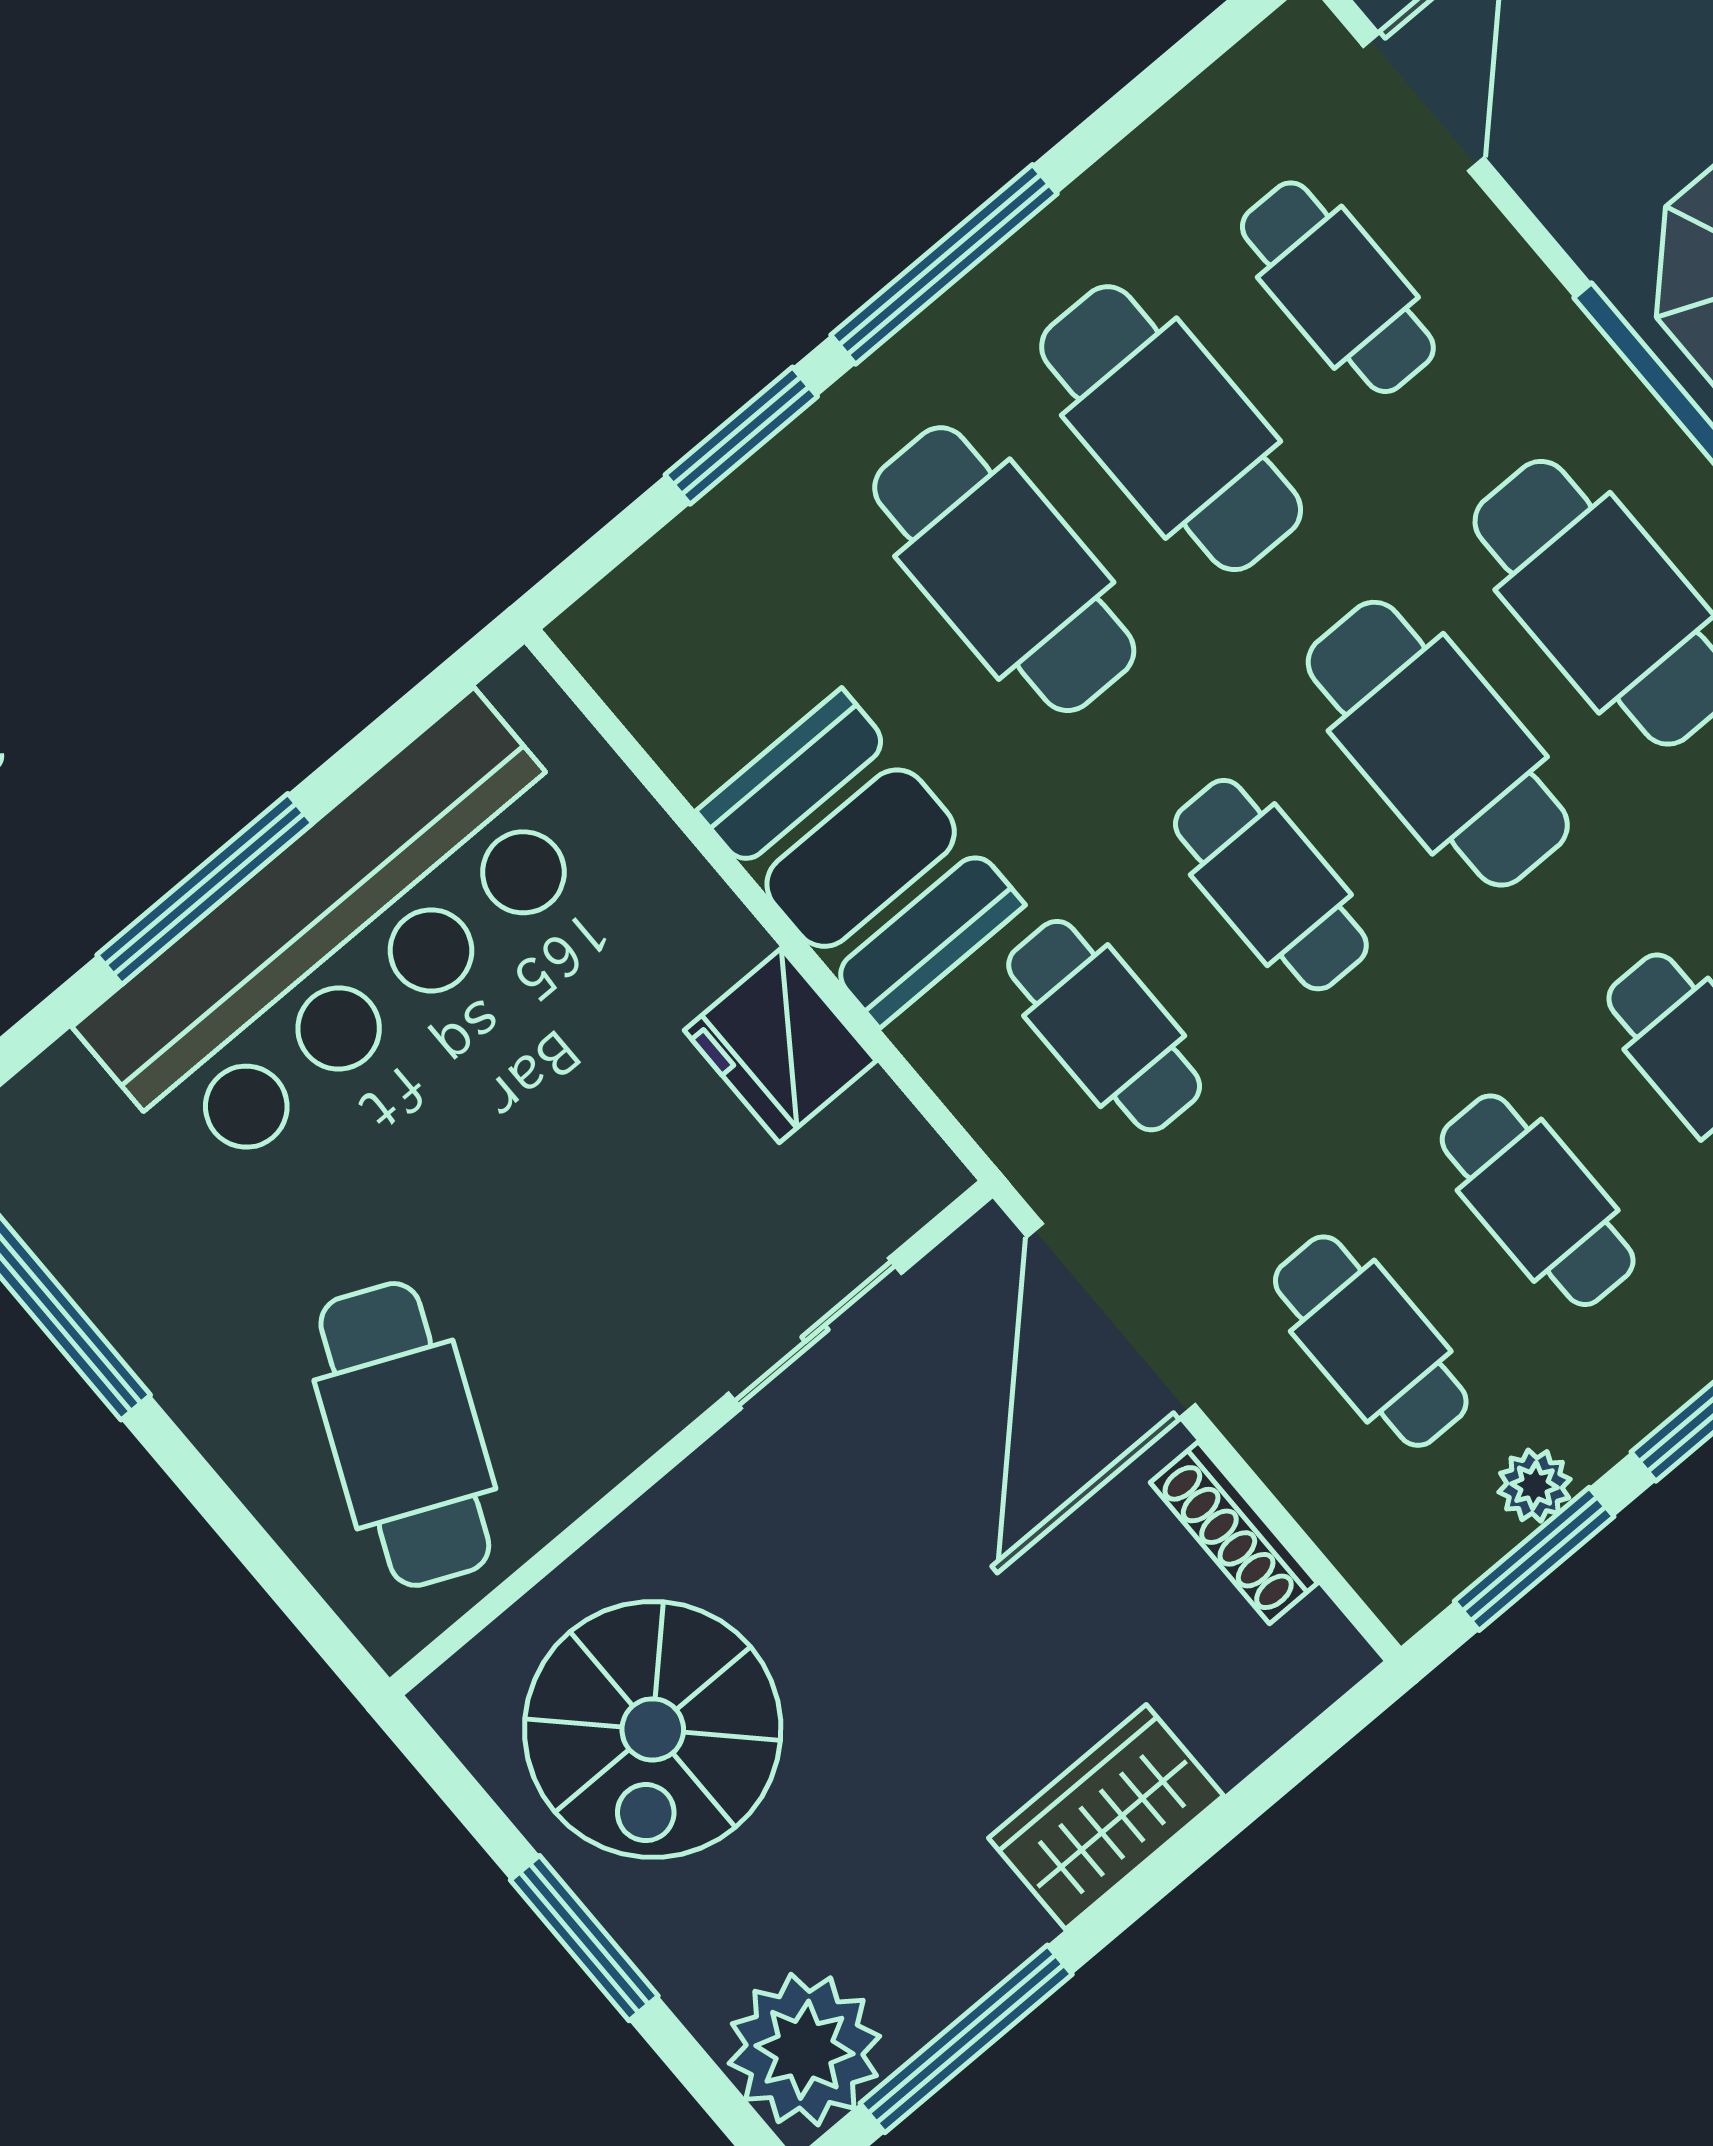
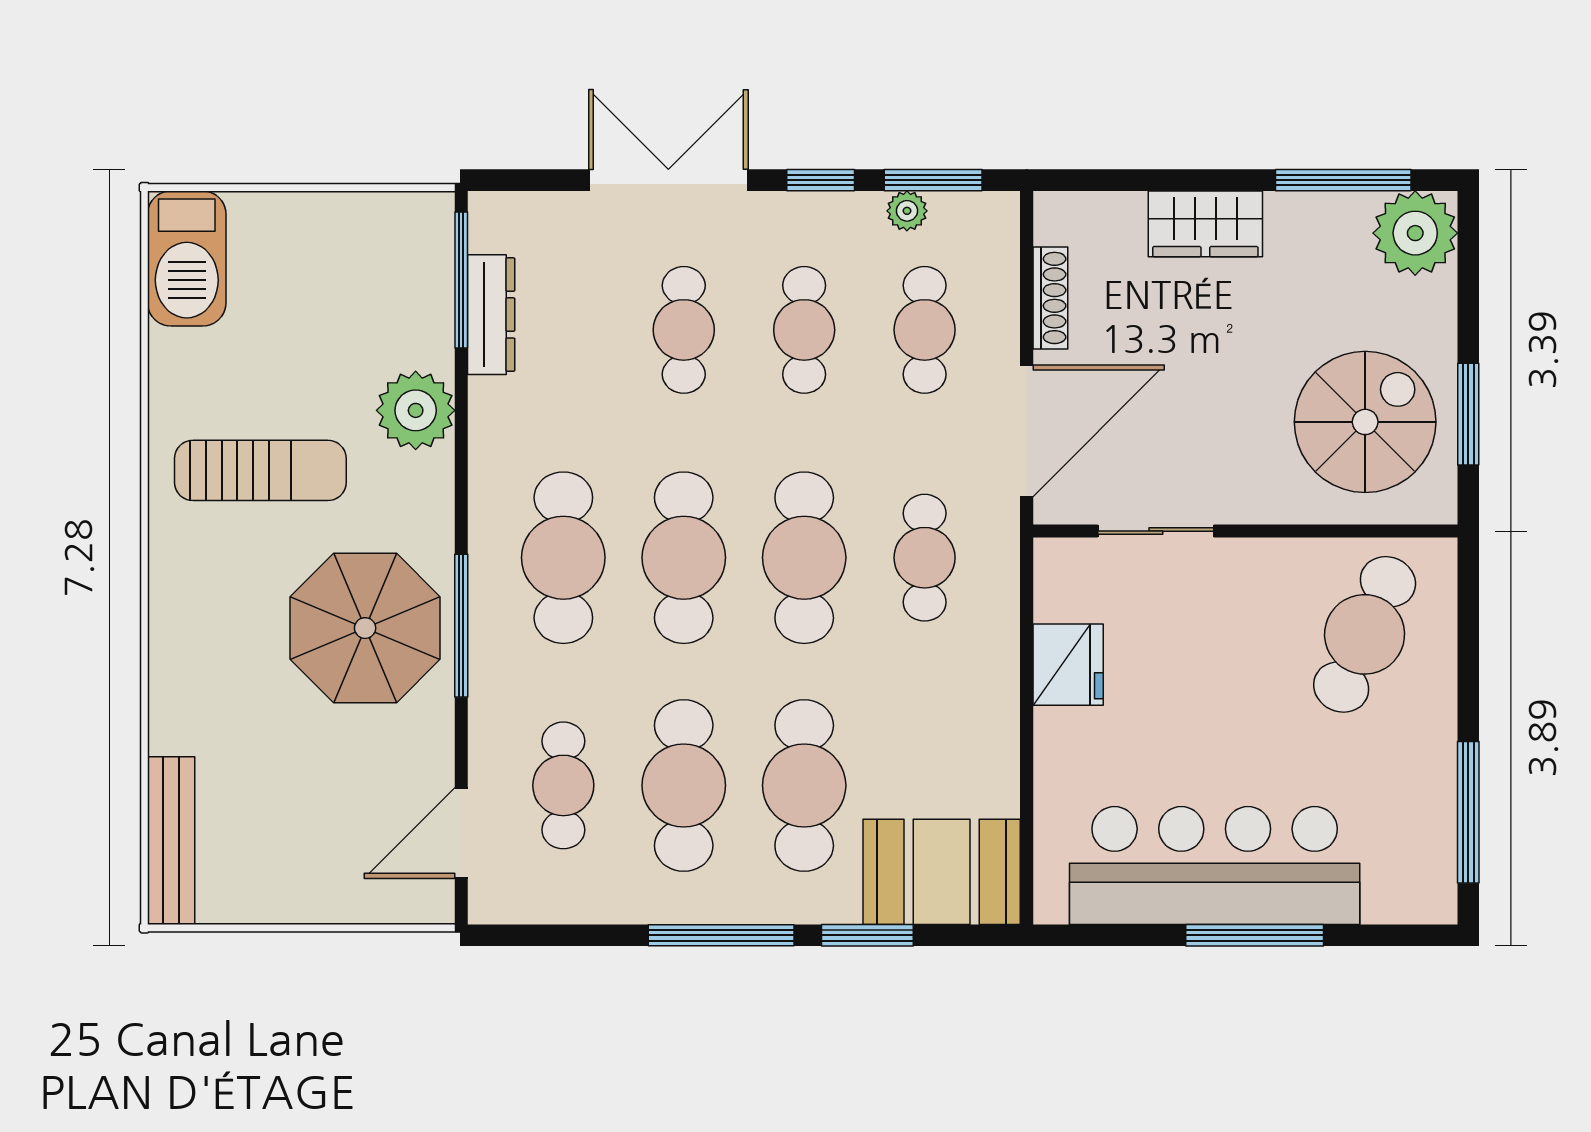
booth: (861, 858) -> (942, 872), moved, turned 90
cafe table: (1271, 885) -> (804, 558), width x1.37, depth x1.35
window: (584, 1938) -> (1468, 414), moved

